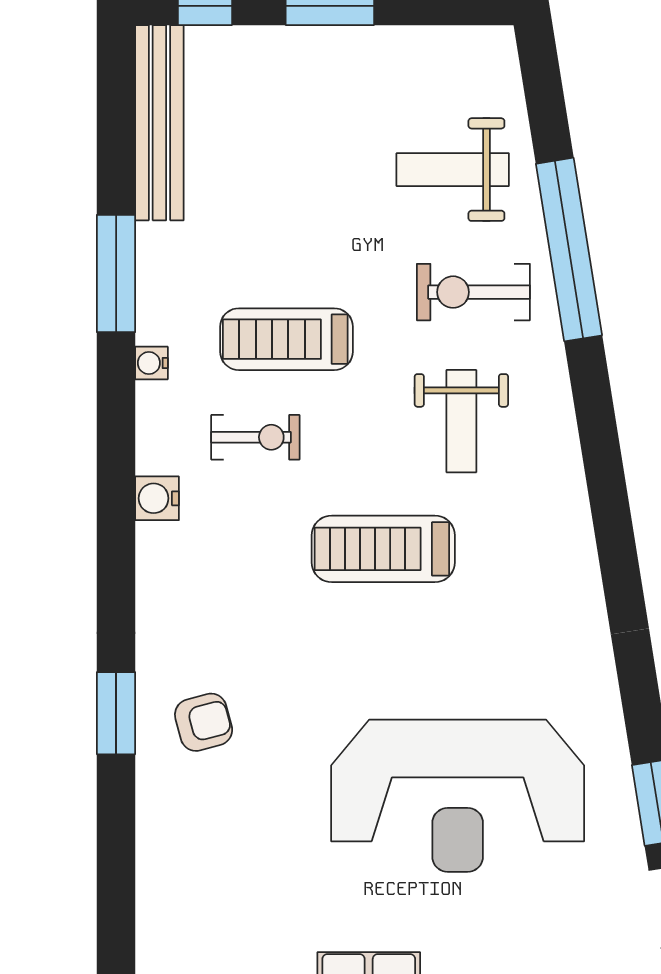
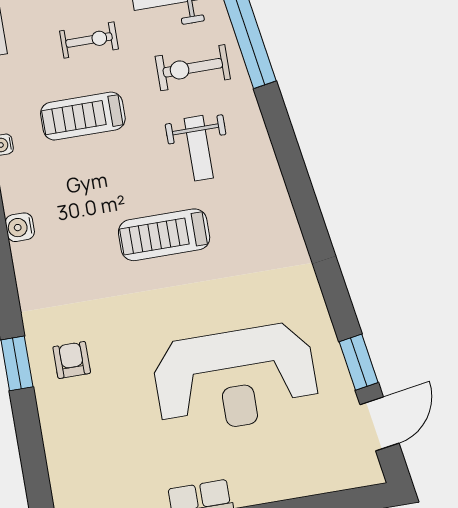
exercise bike: (255, 437) -> (89, 40), moved
armchair: (204, 722) -> (72, 360), turned -75

